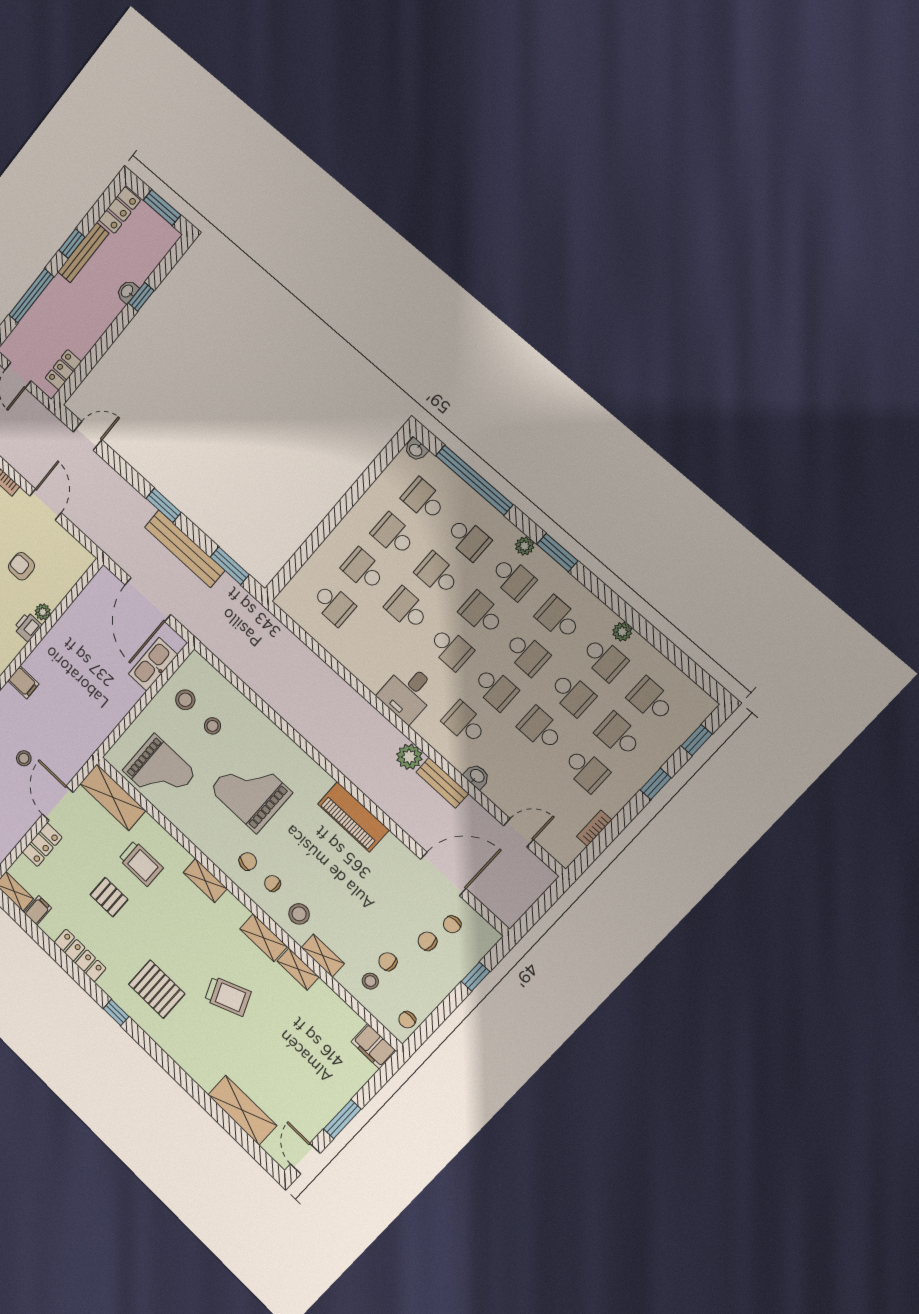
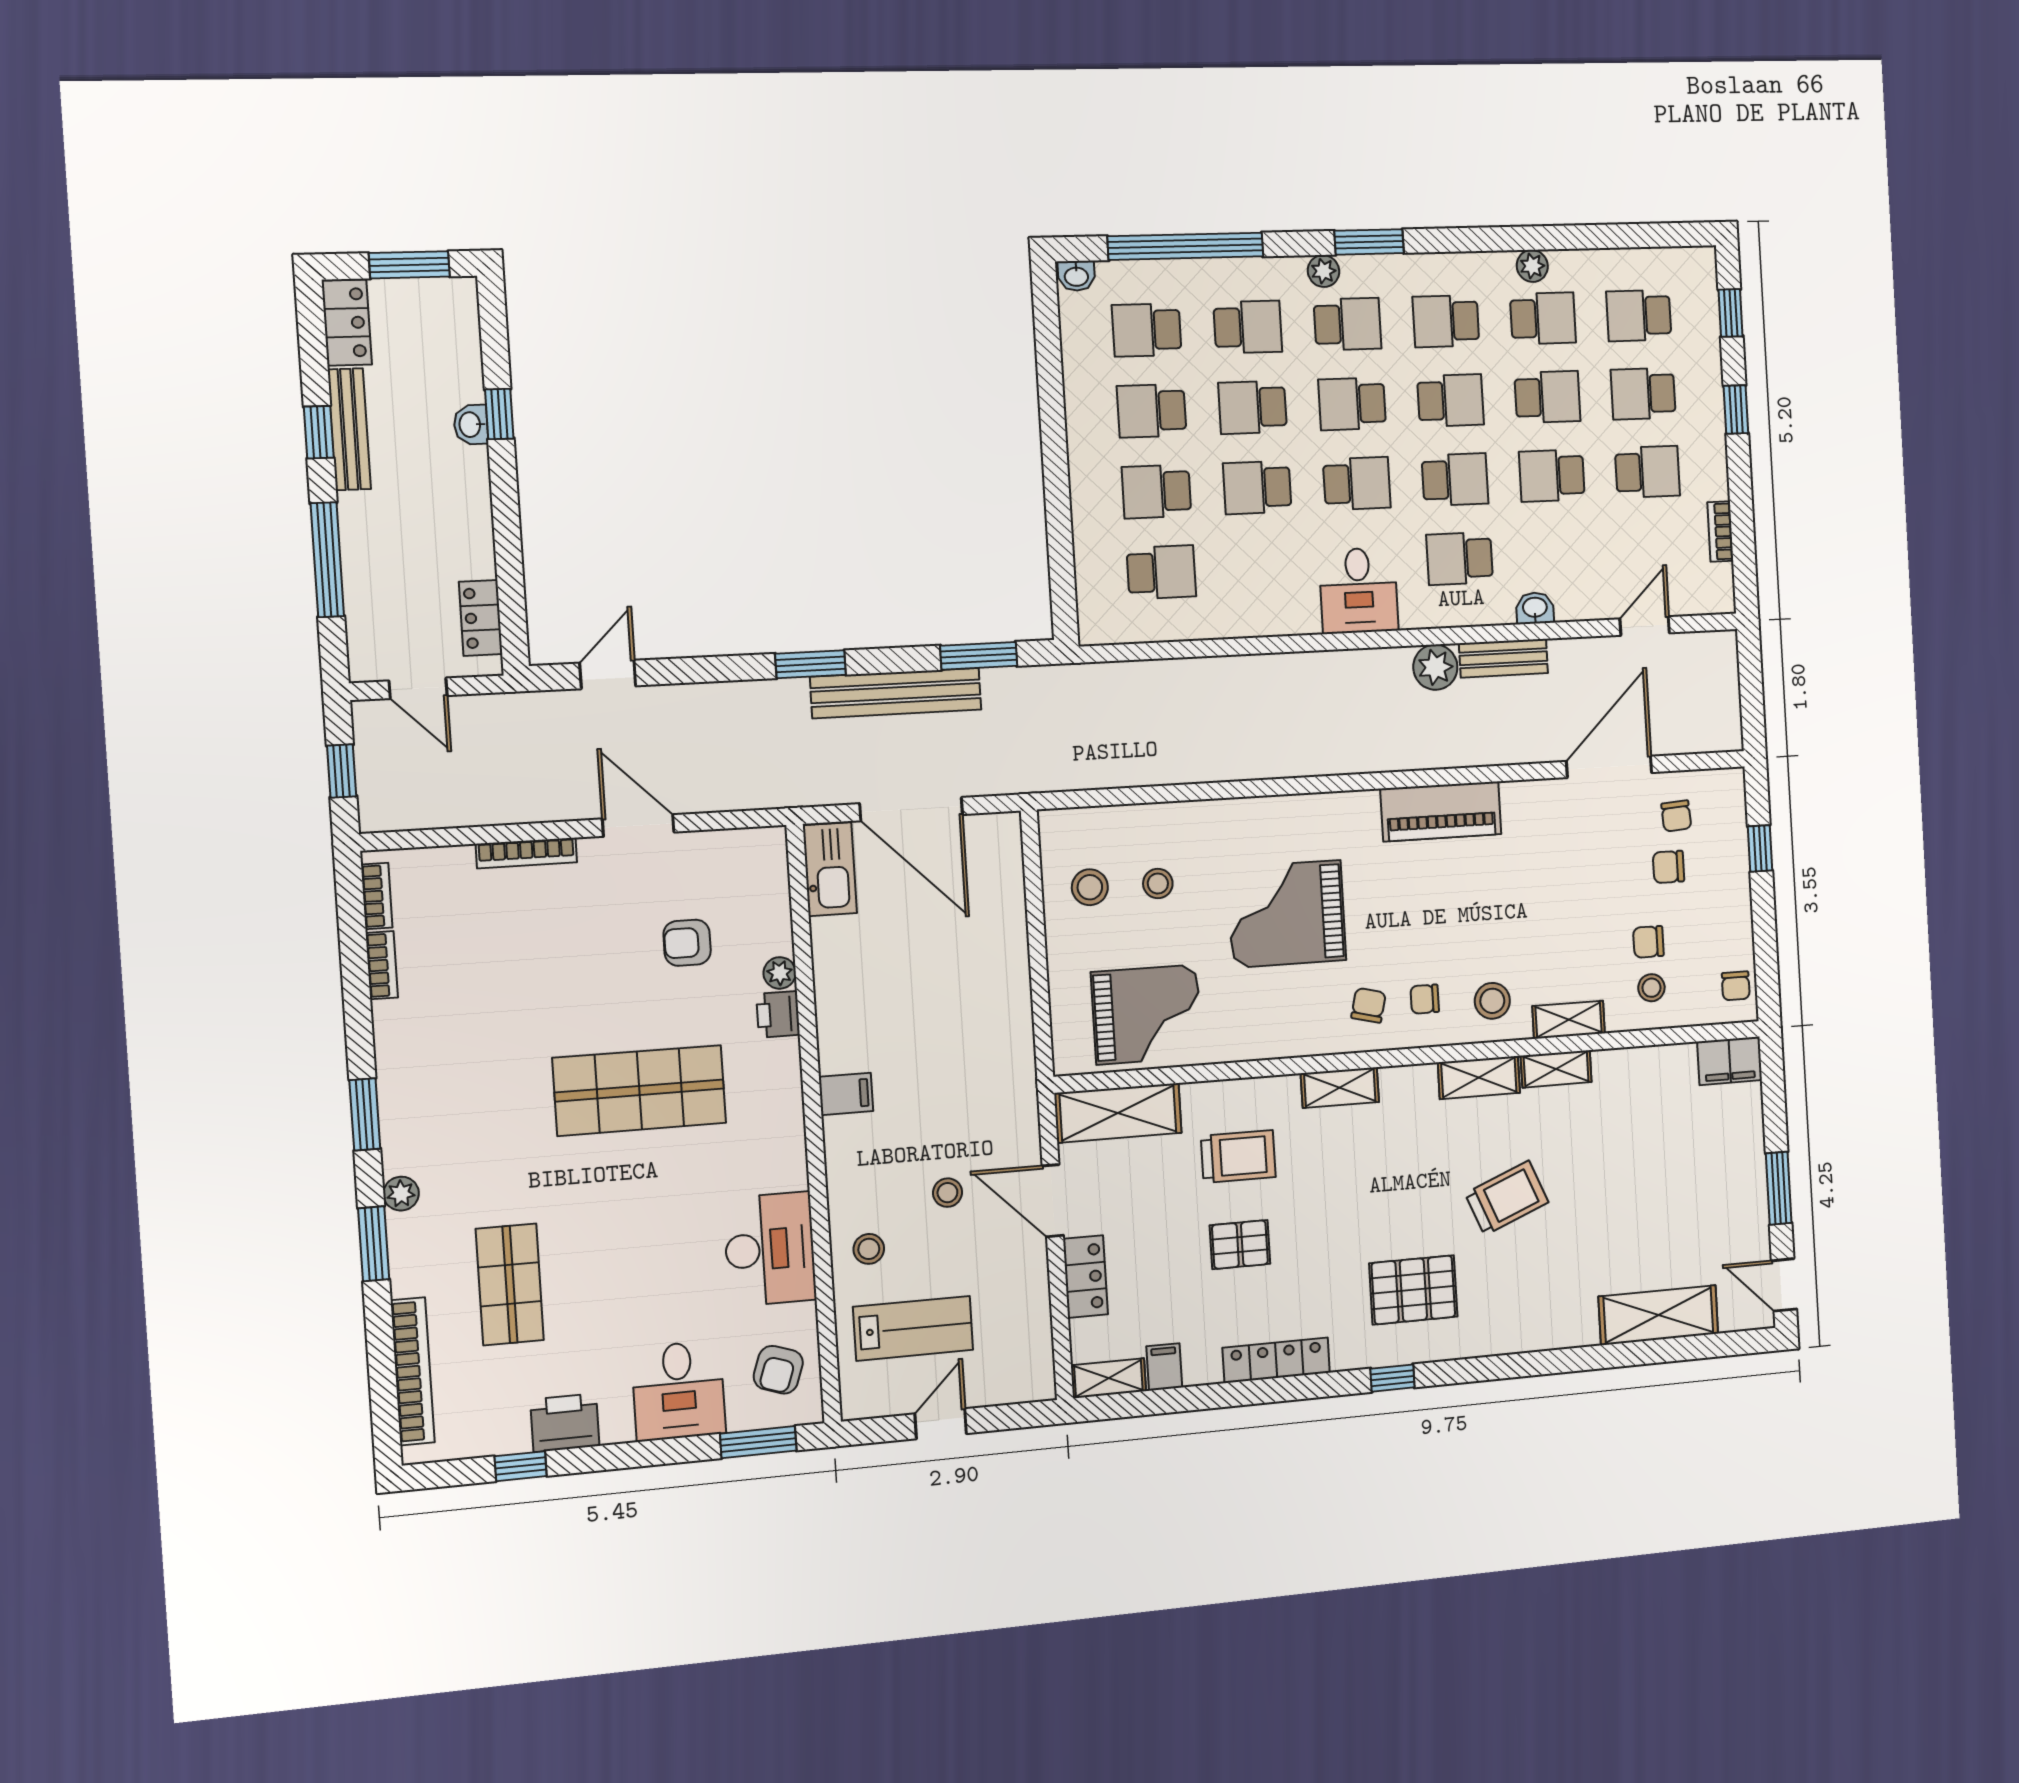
kitchen sink: (153, 664) -> (830, 869), moved, turned 180

